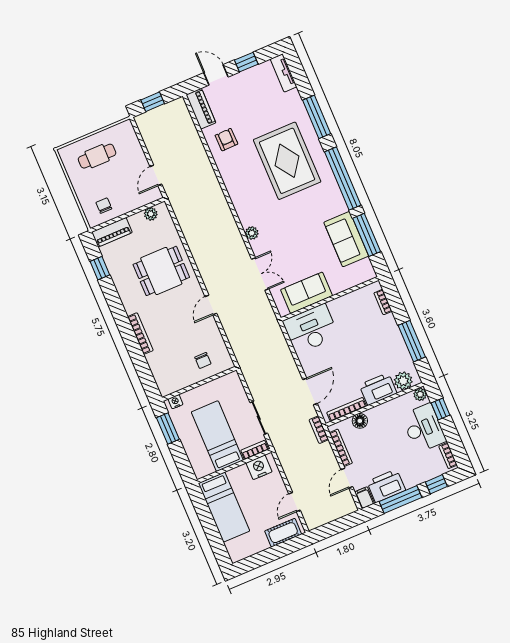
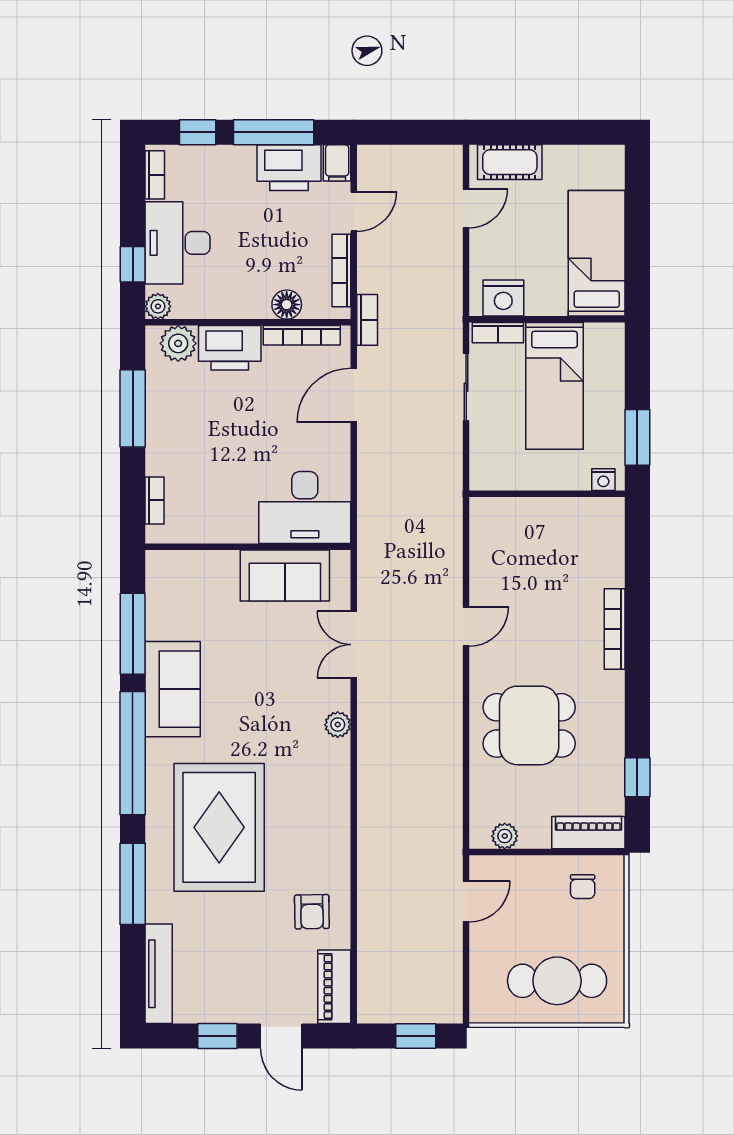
tv unit: (283, 73) -> (159, 974), width x1.41
cafe table: (97, 156) -> (557, 981), width x1.37, depth x1.35
sofa: (346, 239) -> (173, 689), moved
chair: (203, 361) -> (523, 533), removed

